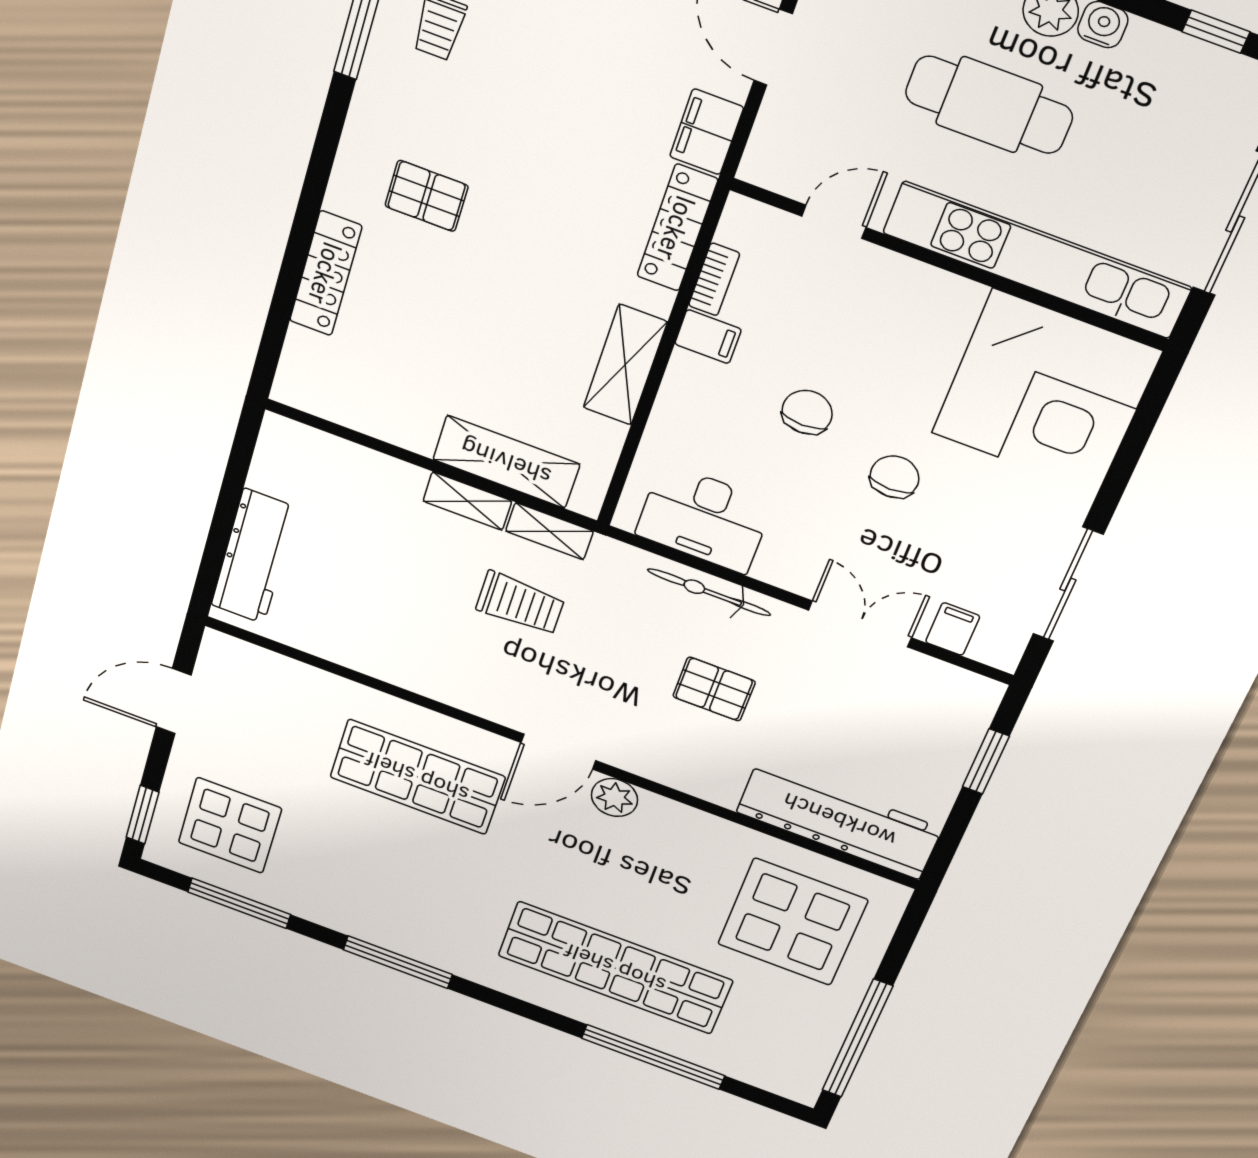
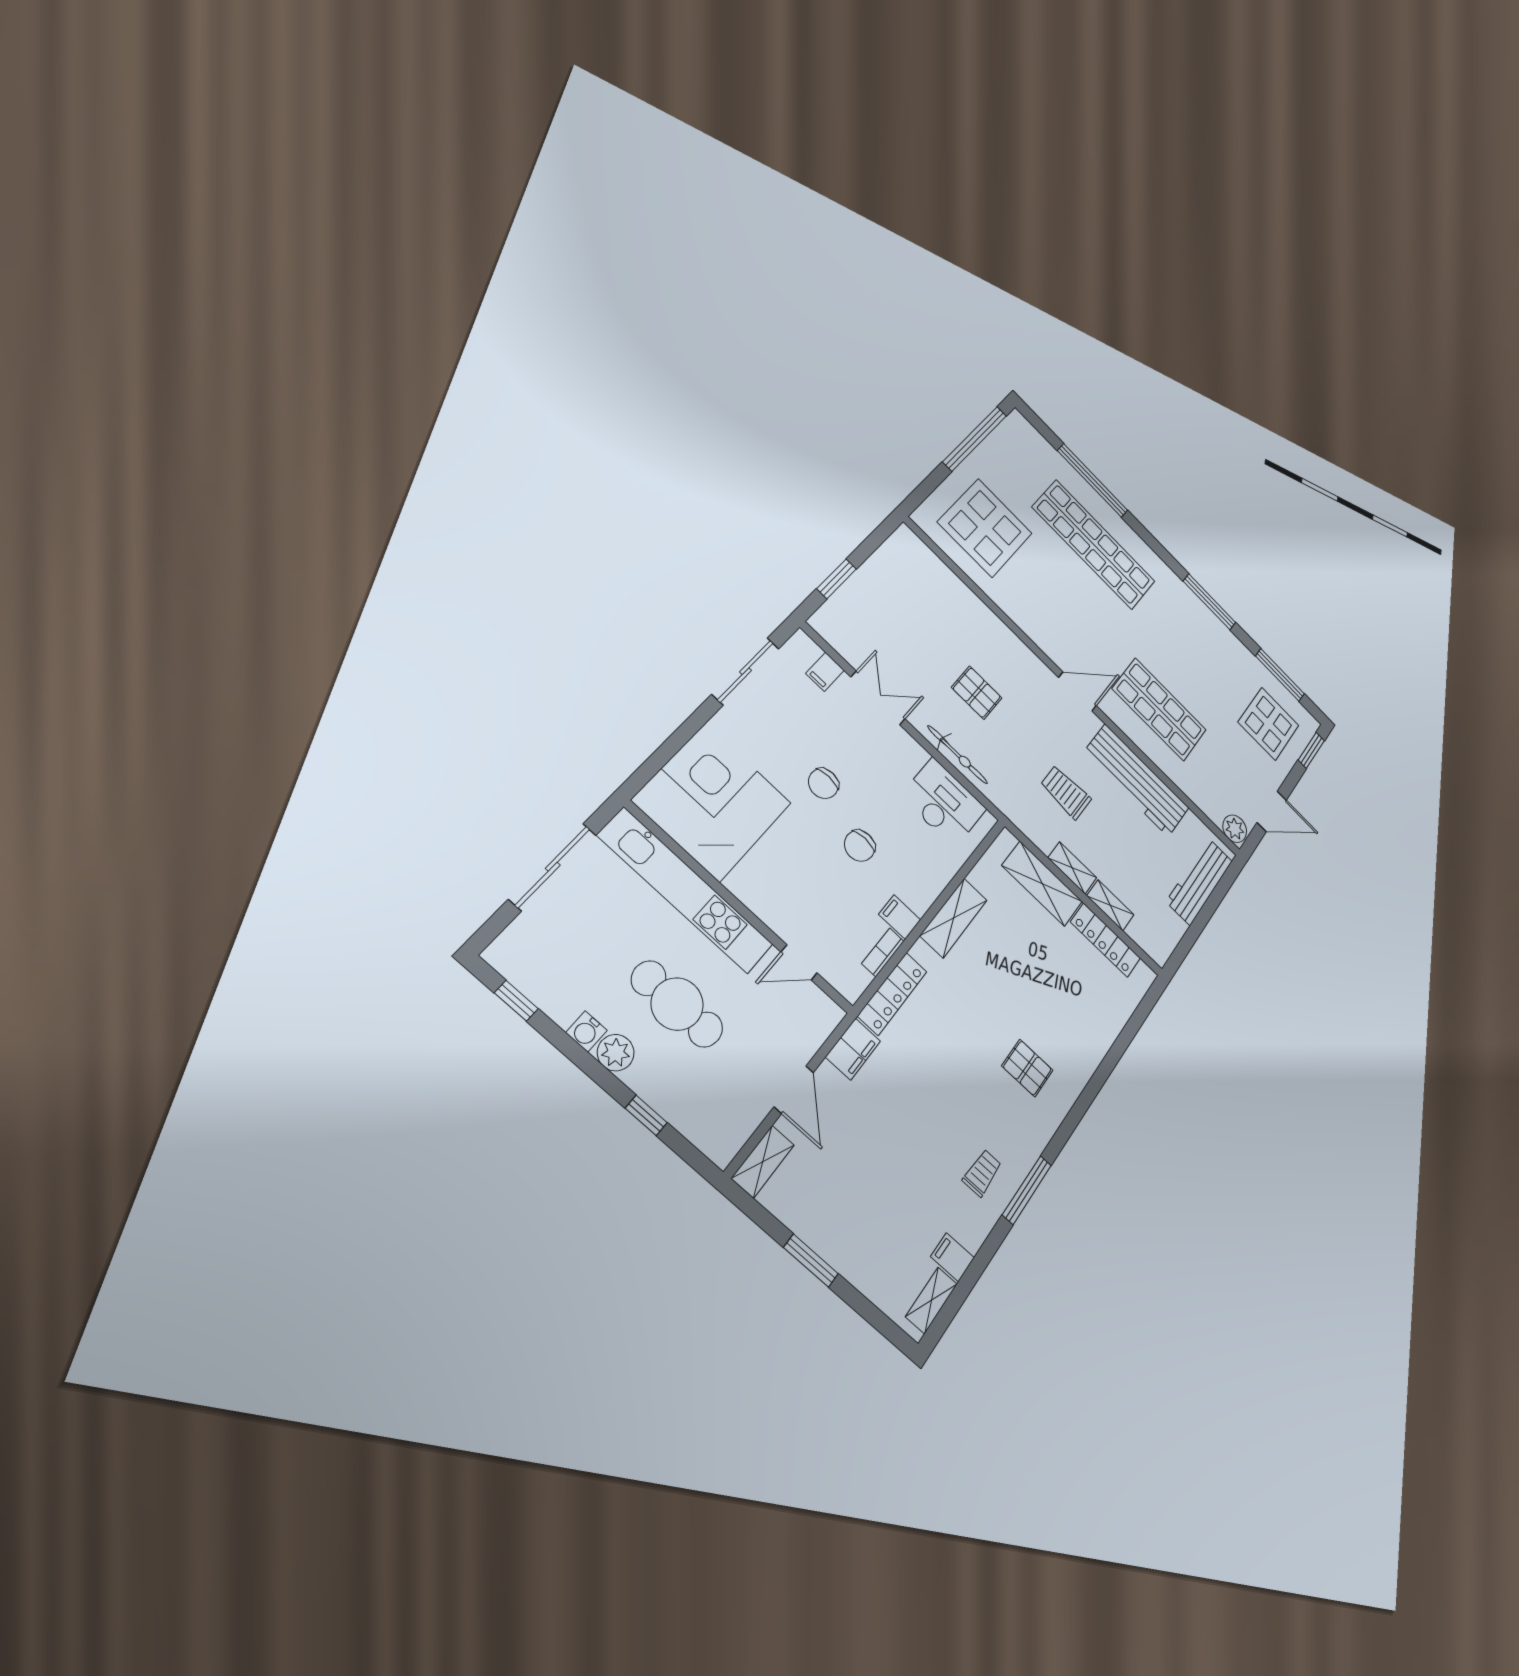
locker: (326, 273) -> (1106, 940), moved, turned -90
shelving: (549, 531) -> (1110, 905), moved
double door: (860, 624) -> (878, 698), swing flipped
plant: (614, 798) -> (1235, 829), moved
workbench: (839, 820) -> (1137, 780), moved

